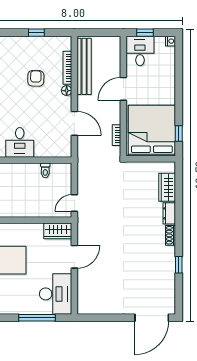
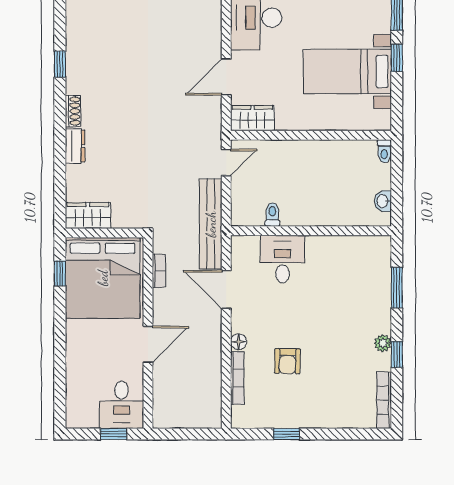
nightstand: (170, 41) -> (73, 421), removed
bench: (84, 66) -> (211, 224), moved
desk: (20, 142) -> (282, 259), moved
wardrobe: (167, 187) -> (88, 216), moved, turned -90

